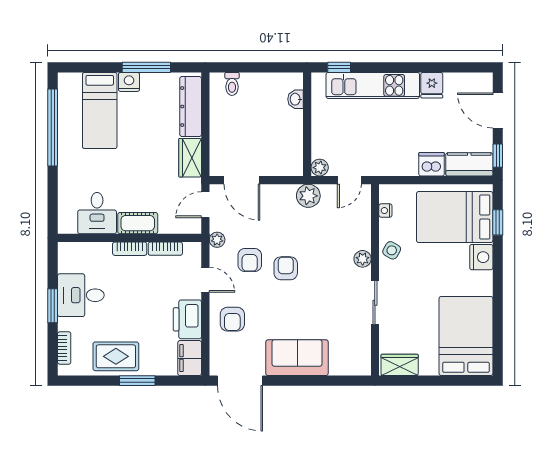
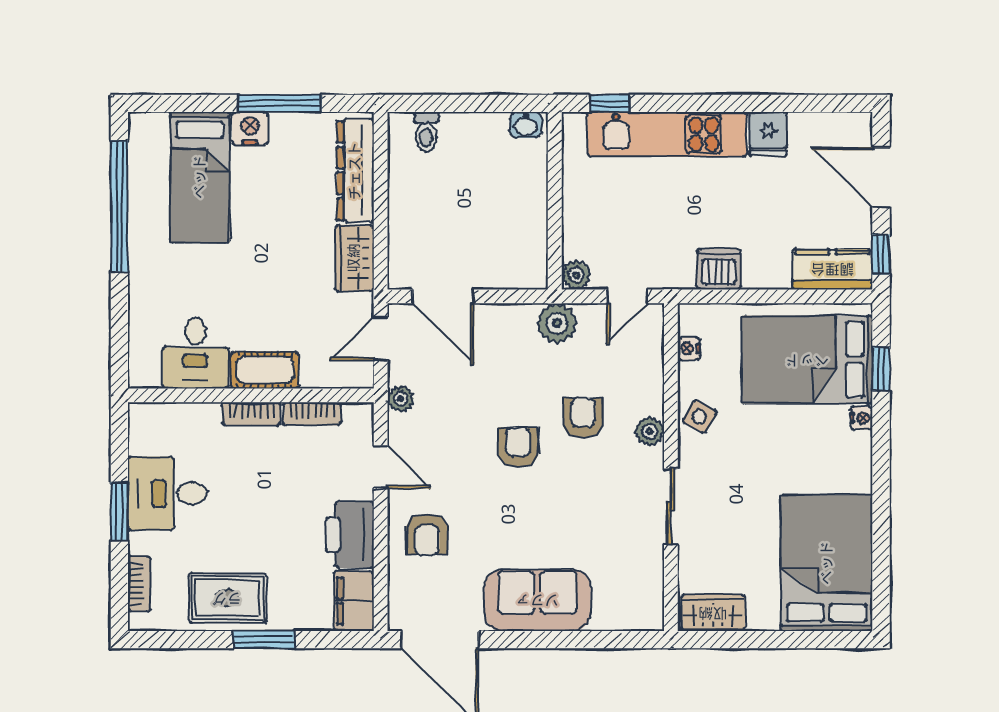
washbasin: (296, 99) -> (526, 125), moved, turned -90
dishwasher: (432, 164) -> (719, 269), moved
nightstand: (481, 257) -> (861, 418), width x0.53, depth x0.56
armchair: (250, 260) -> (583, 418), moved, turned 180

